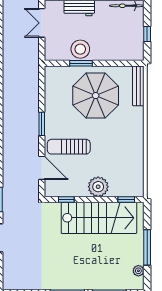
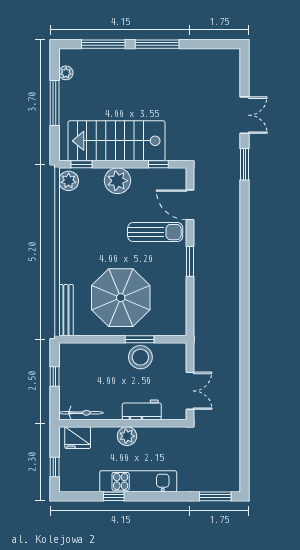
plant: (136, 187) -> (69, 181), added

